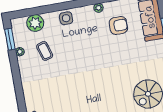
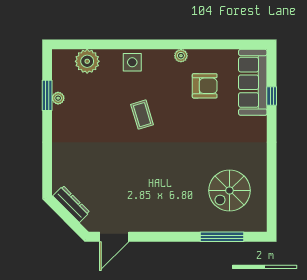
window: (10, 39) -> (47, 95), moved
coffee table: (45, 51) -> (142, 115), moved

